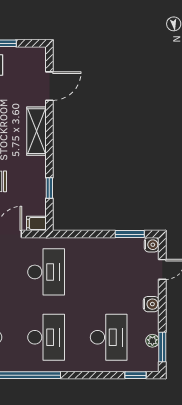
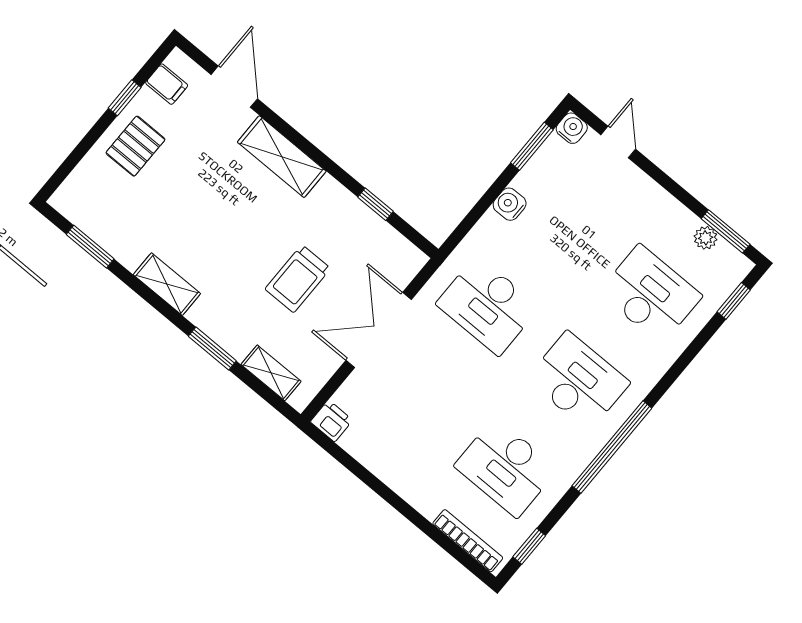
filing cabinet: (36, 223) -> (167, 84), moved, turned -90
desk: (46, 272) -> (488, 306), turned 180
water cooler: (151, 304) -> (510, 204), moved, turned -90

